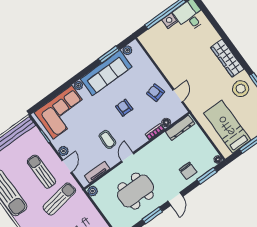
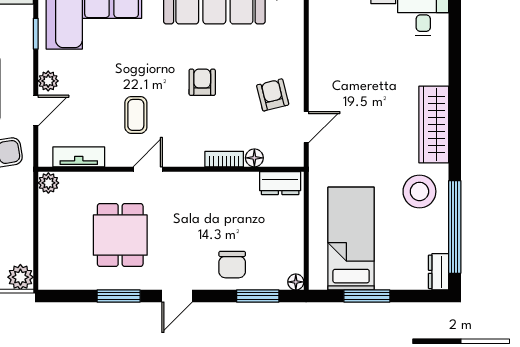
dresser: (180, 128) -> (280, 183), width x0.70
dining table: (136, 191) -> (120, 235), width x0.73

